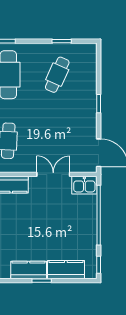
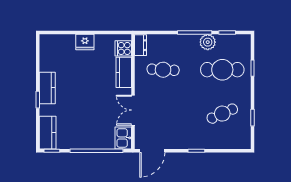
cafe table: (57, 75) -> (222, 114), turned -48
double door: (53, 174) -> (133, 110), swing flipped
kitchen counter: (66, 270) -> (48, 133), moved

